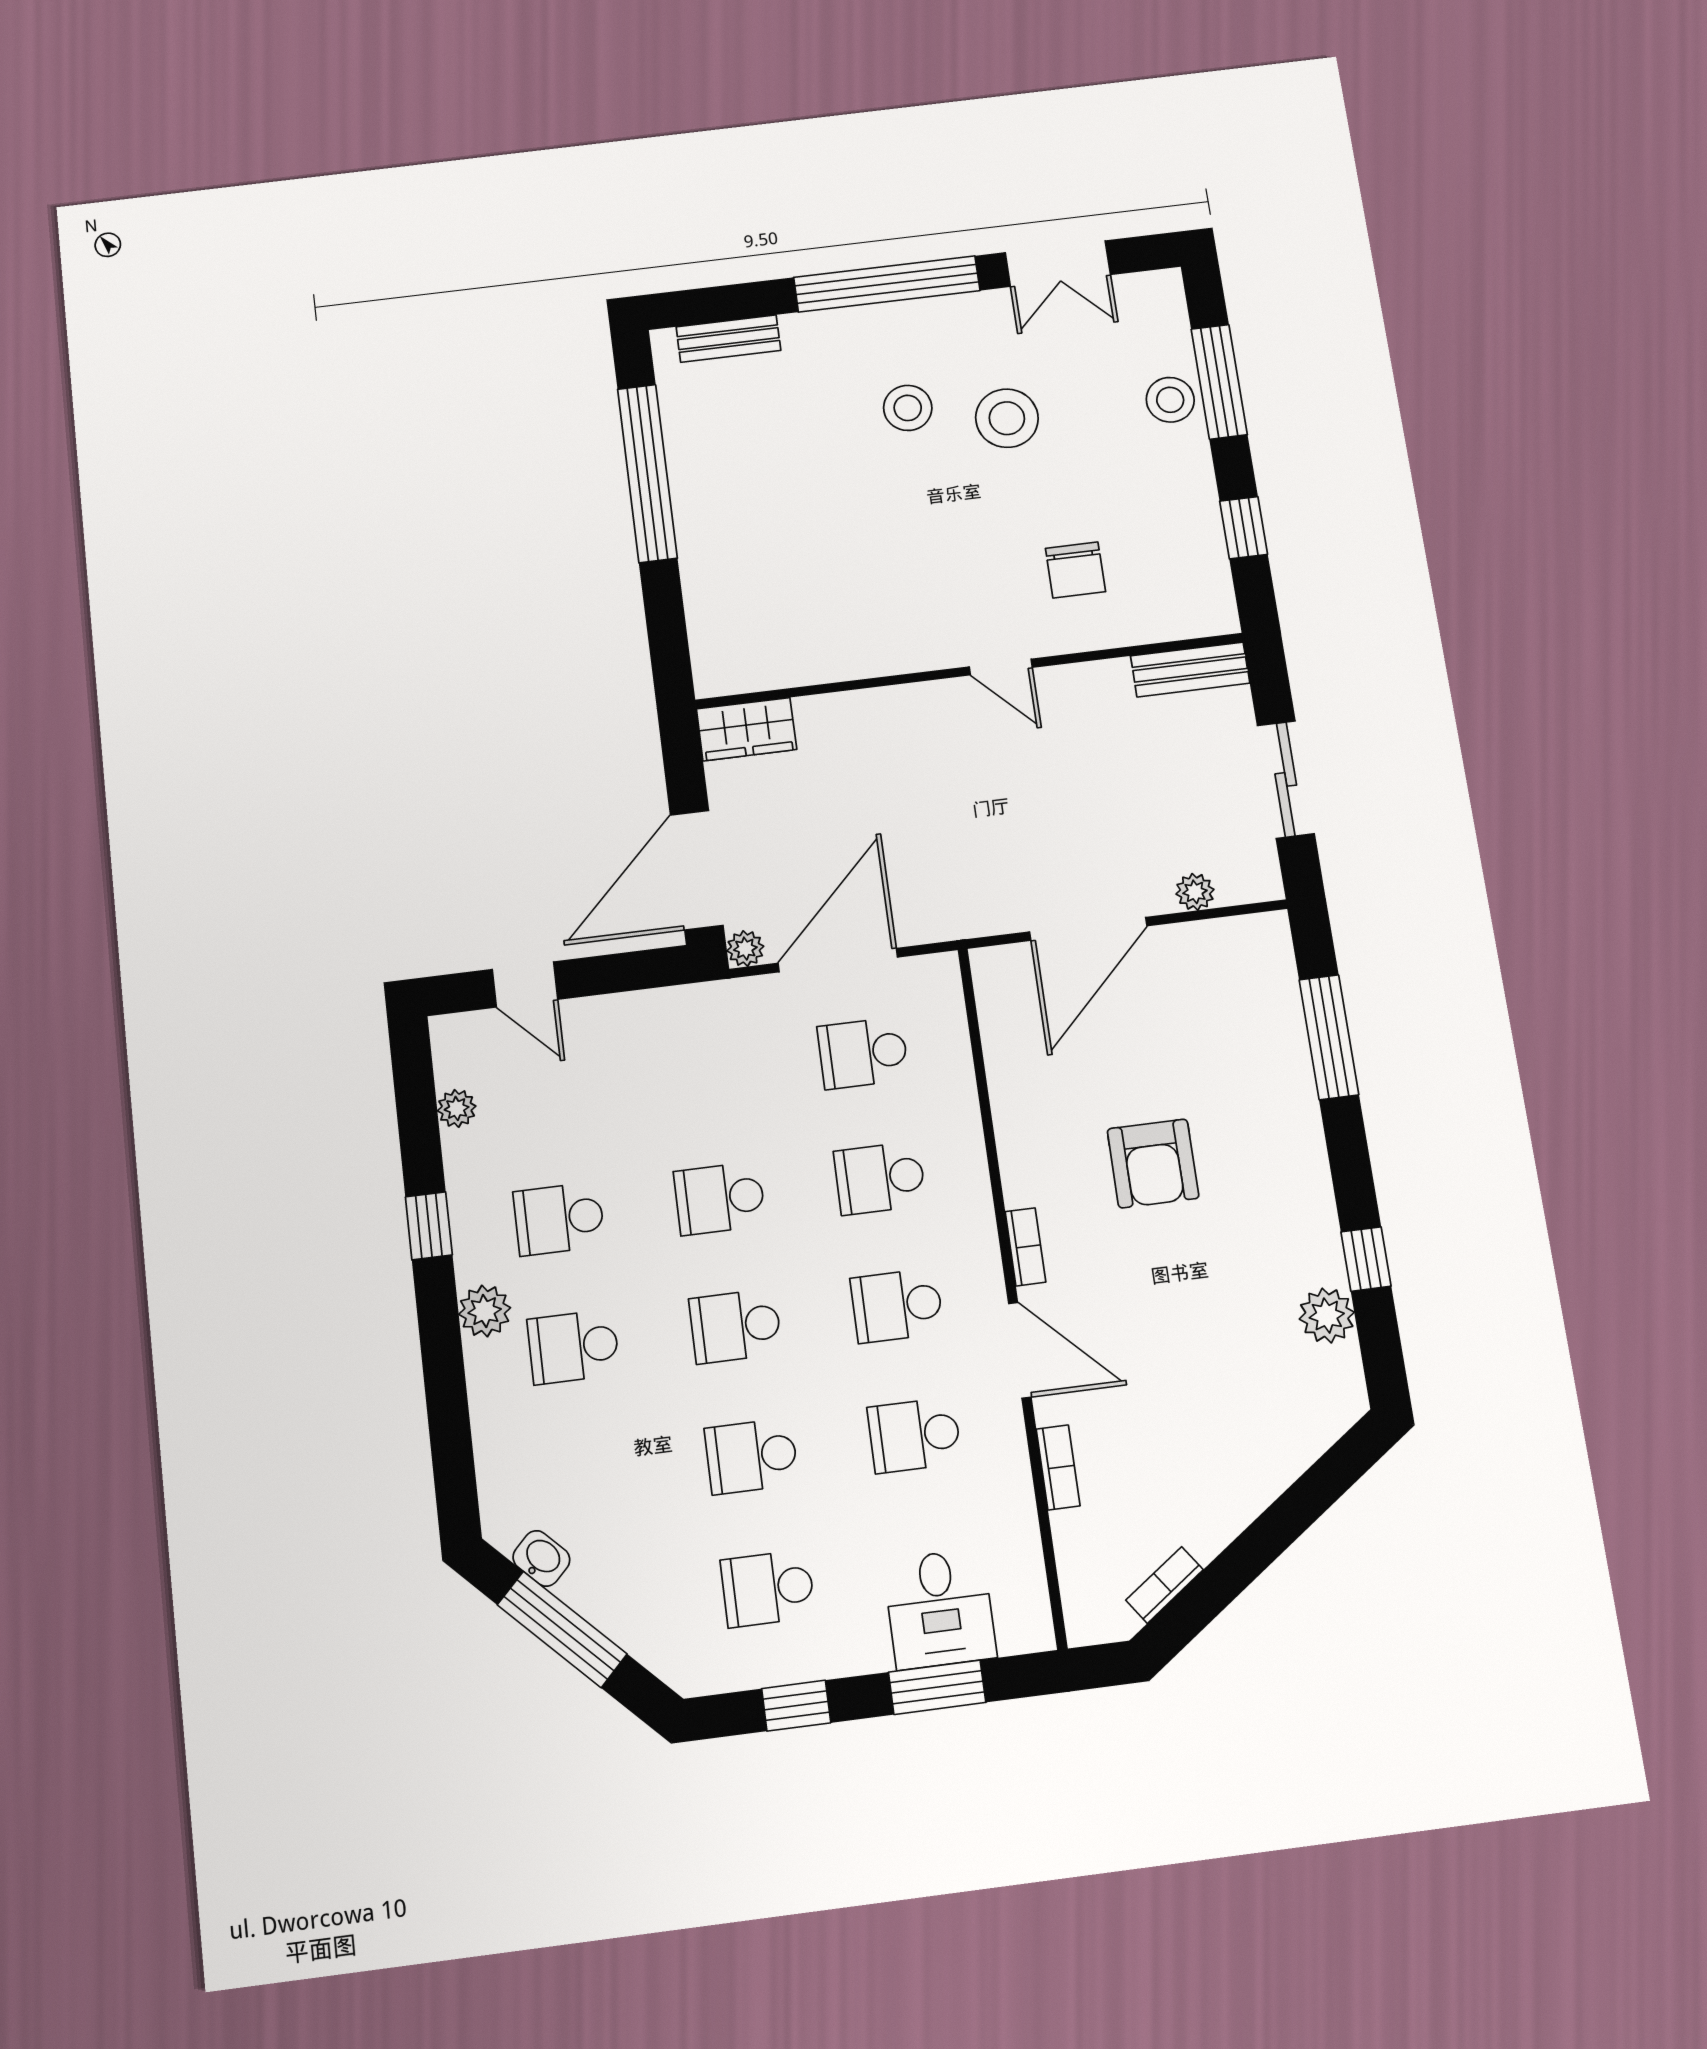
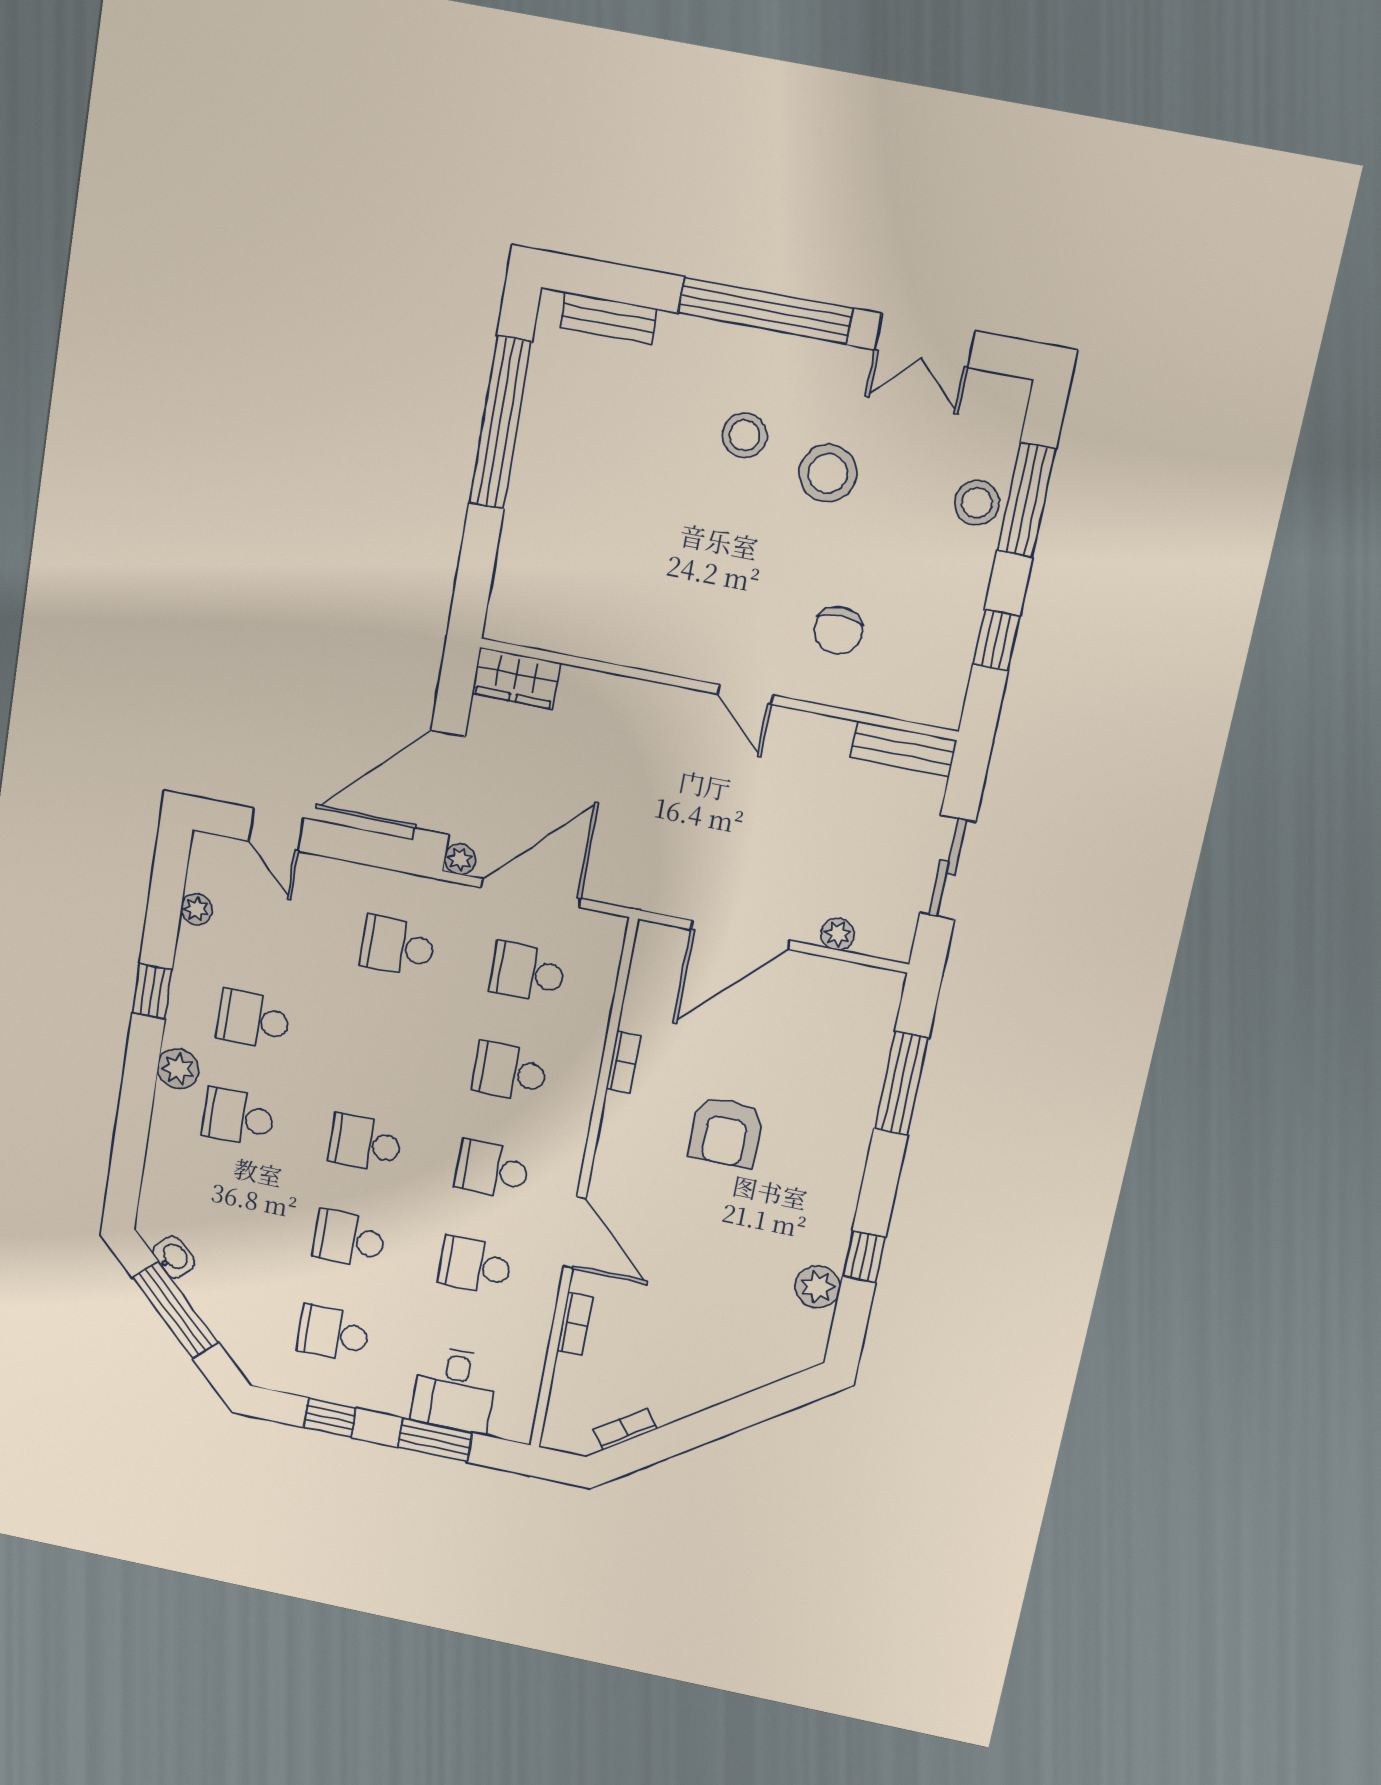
school desk: (720, 1198) -> (398, 946), moved
bookcase: (1025, 1247) -> (623, 1062), moved

